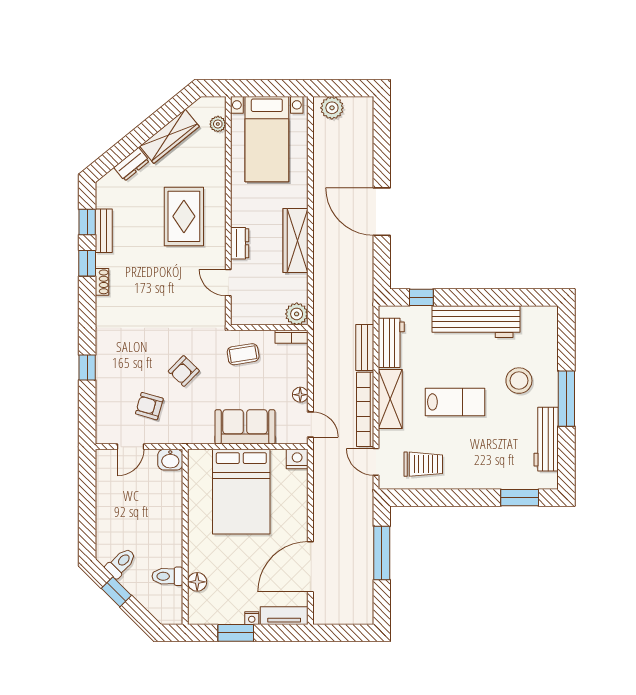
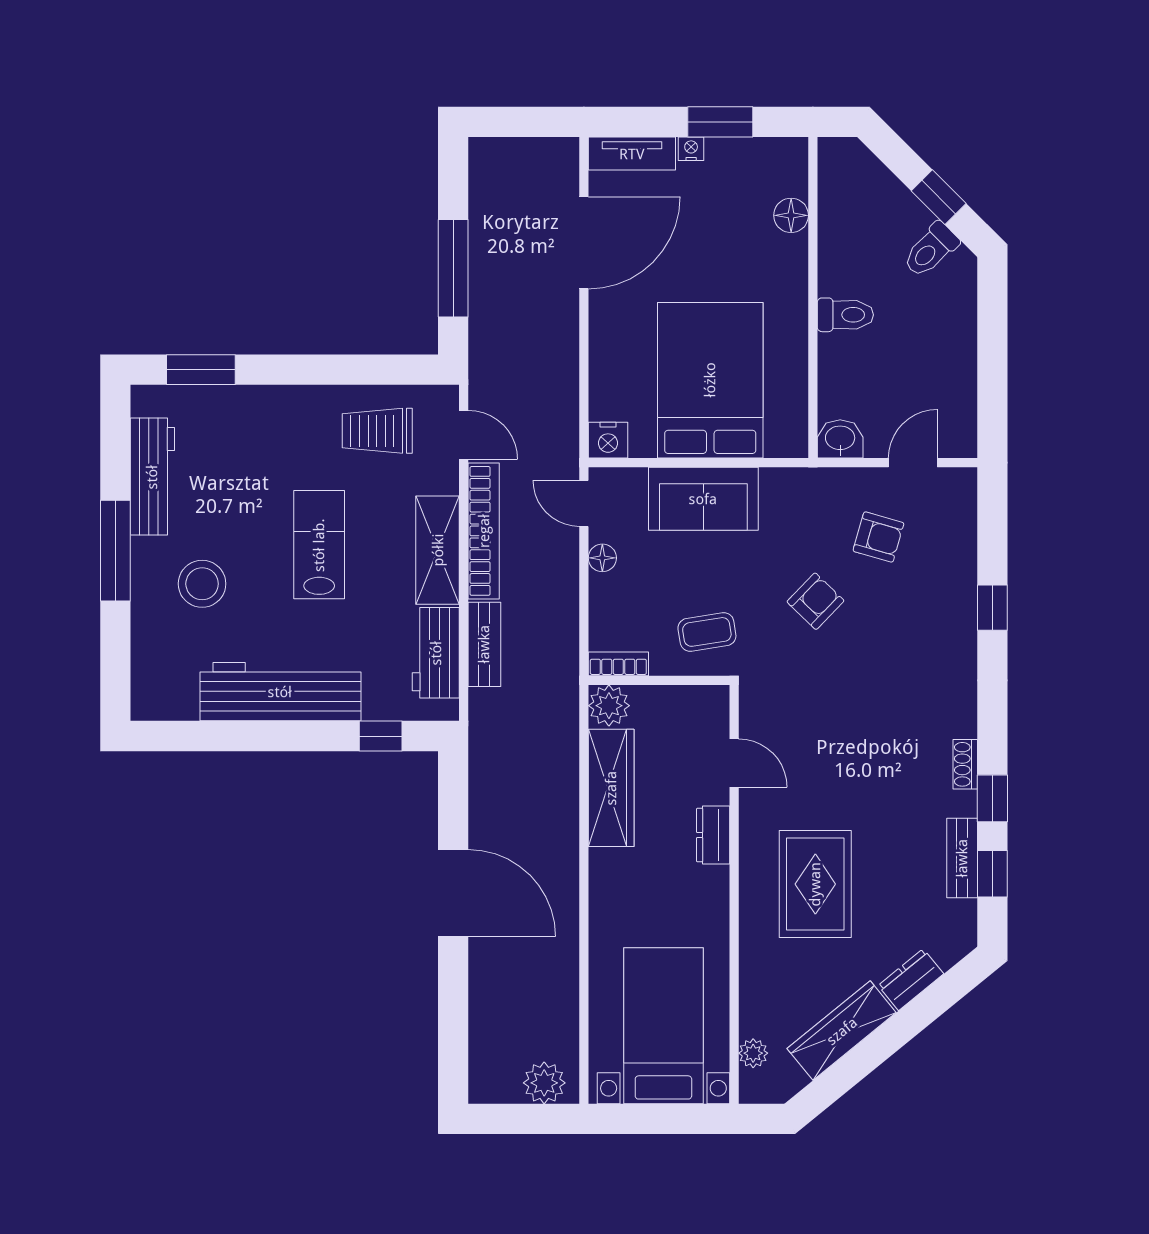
wardrobe: (295, 241) -> (611, 788), moved
lab bench: (455, 402) -> (319, 545), turned 90
toilet: (167, 576) -> (845, 315), moved

